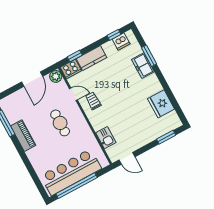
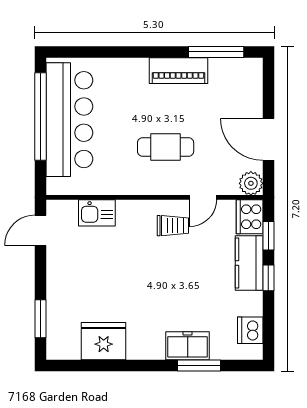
window: (114, 35) -> (268, 278), moved

